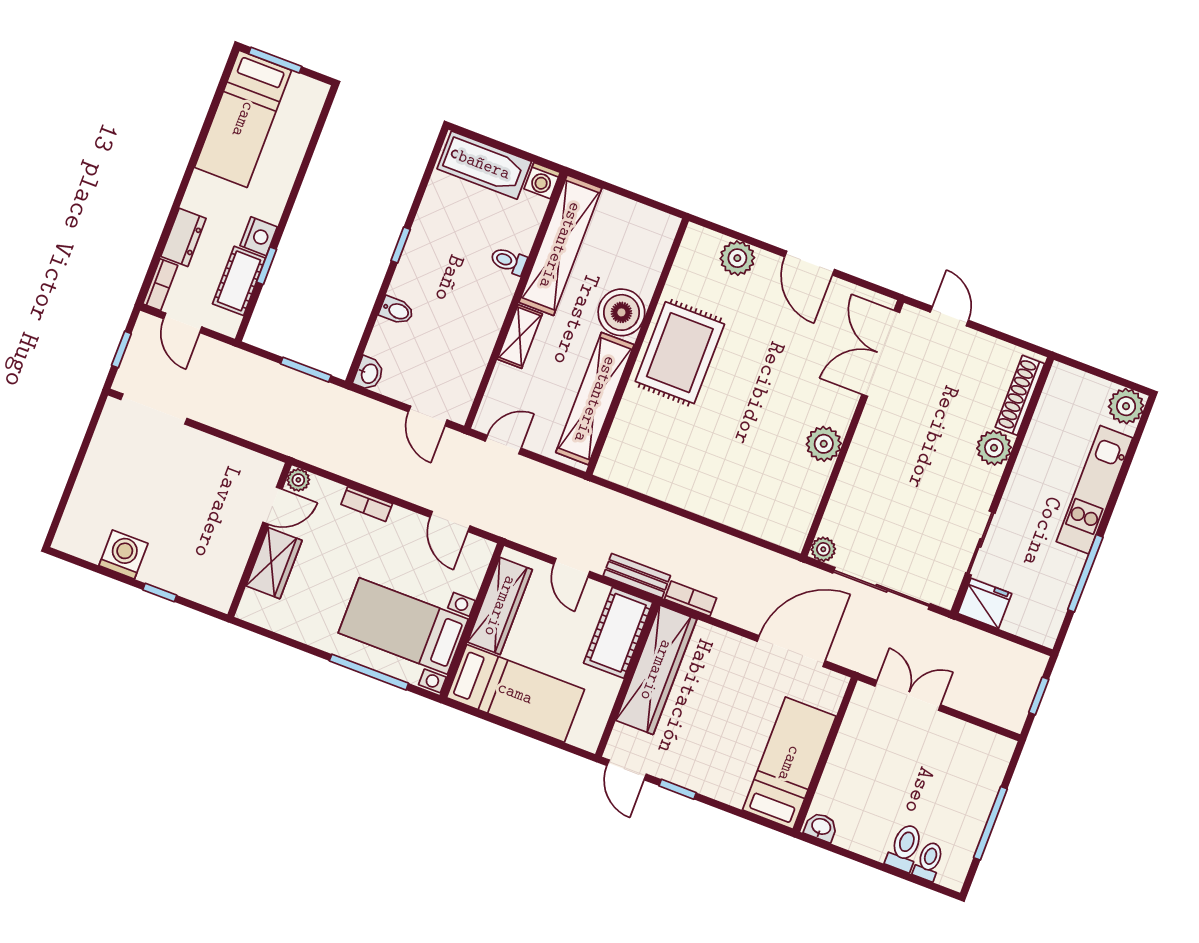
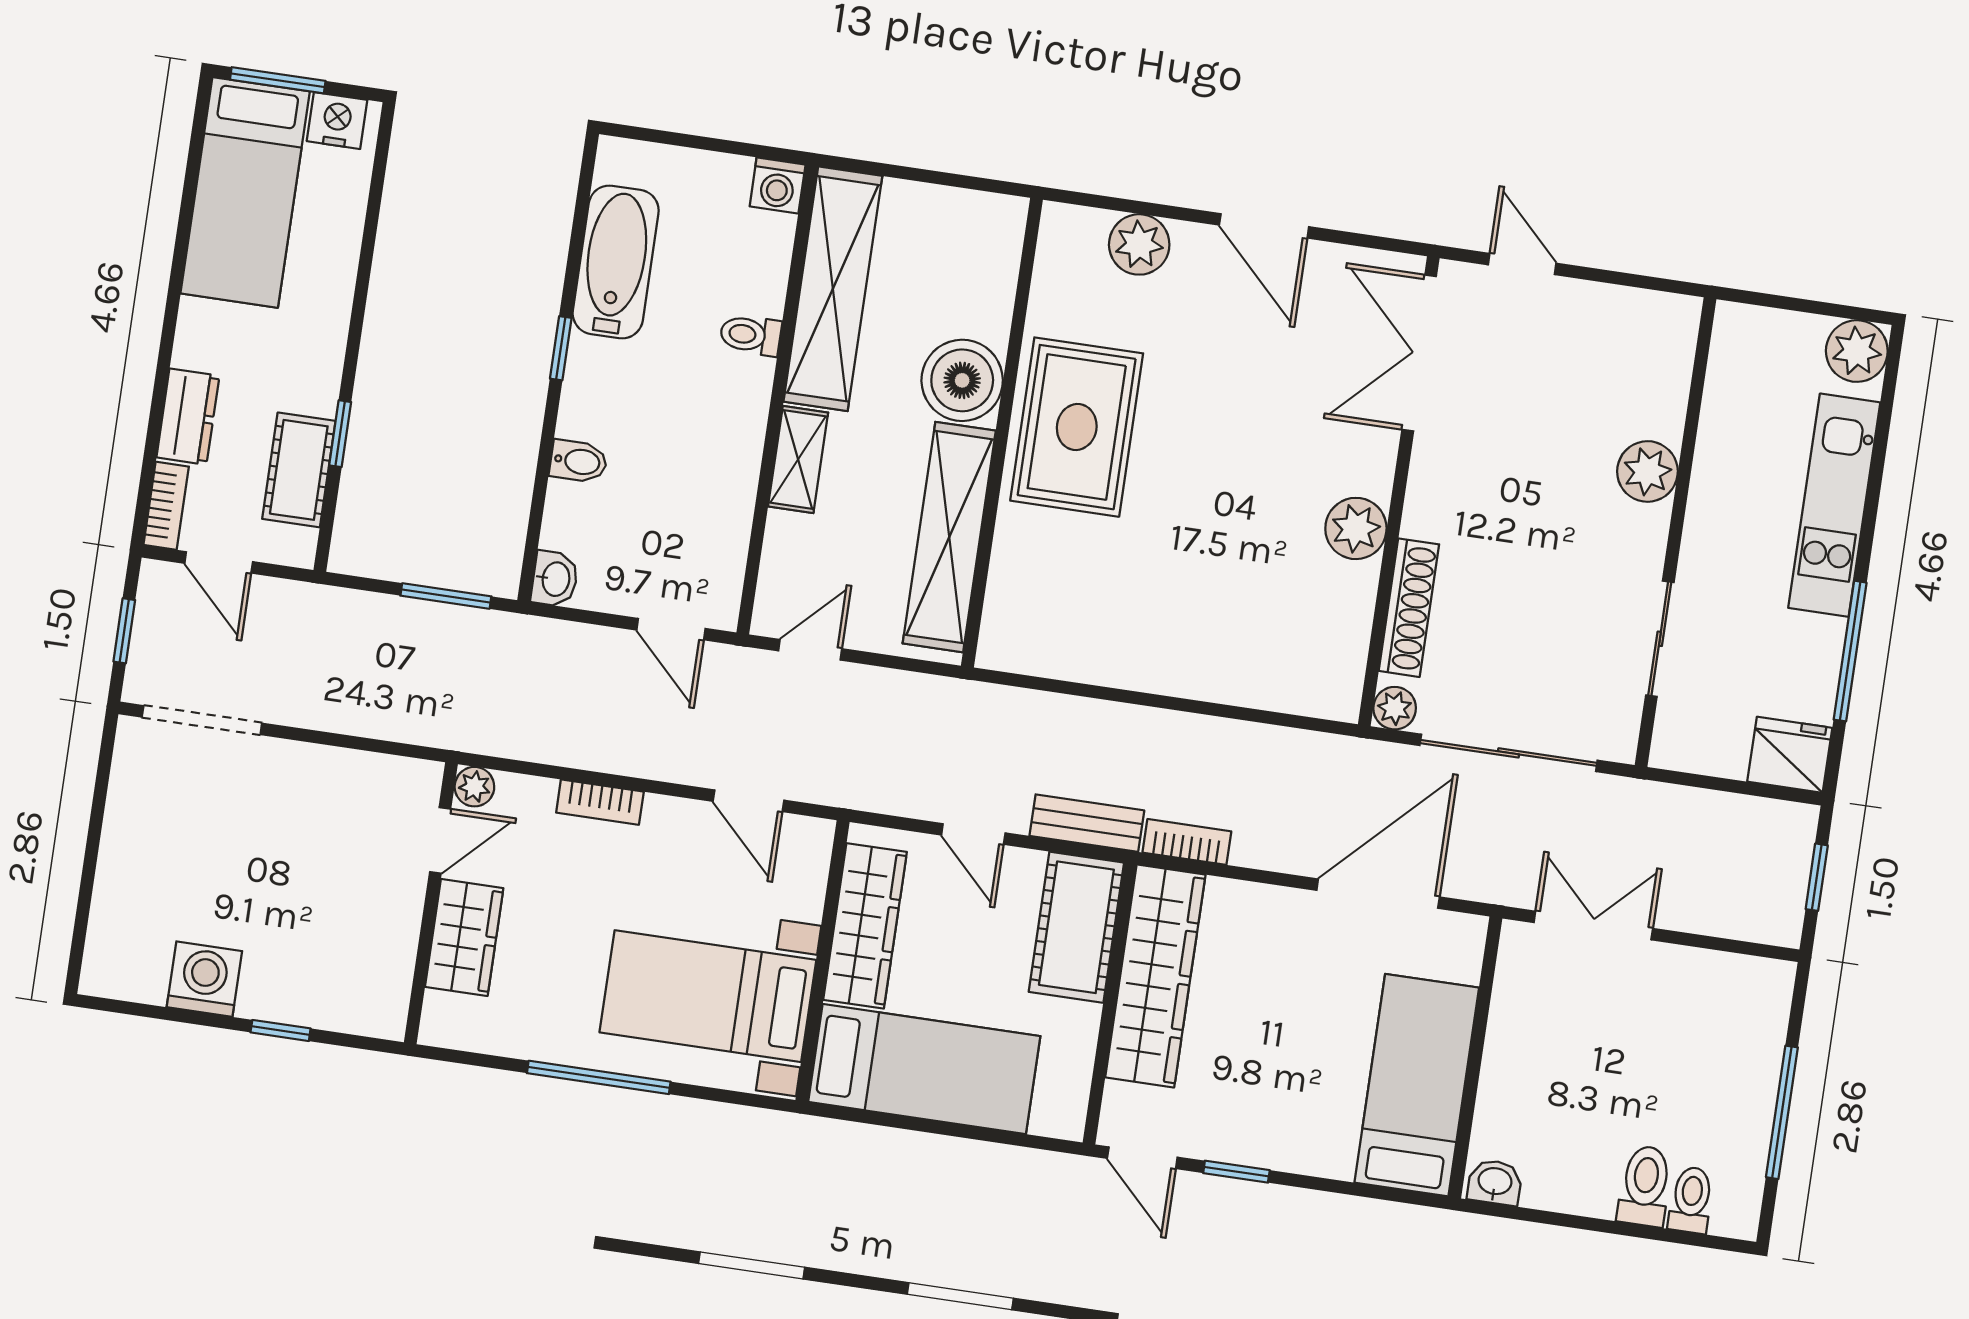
bathtub: (484, 165) -> (616, 262), moved, turned -90
nightstand: (259, 236) -> (337, 121), moved, turned -90
shoe rack: (1020, 395) -> (1409, 608), moved, turned 180
fridge: (985, 603) -> (1790, 755), moved
window: (369, 672) -> (599, 1077), moved

